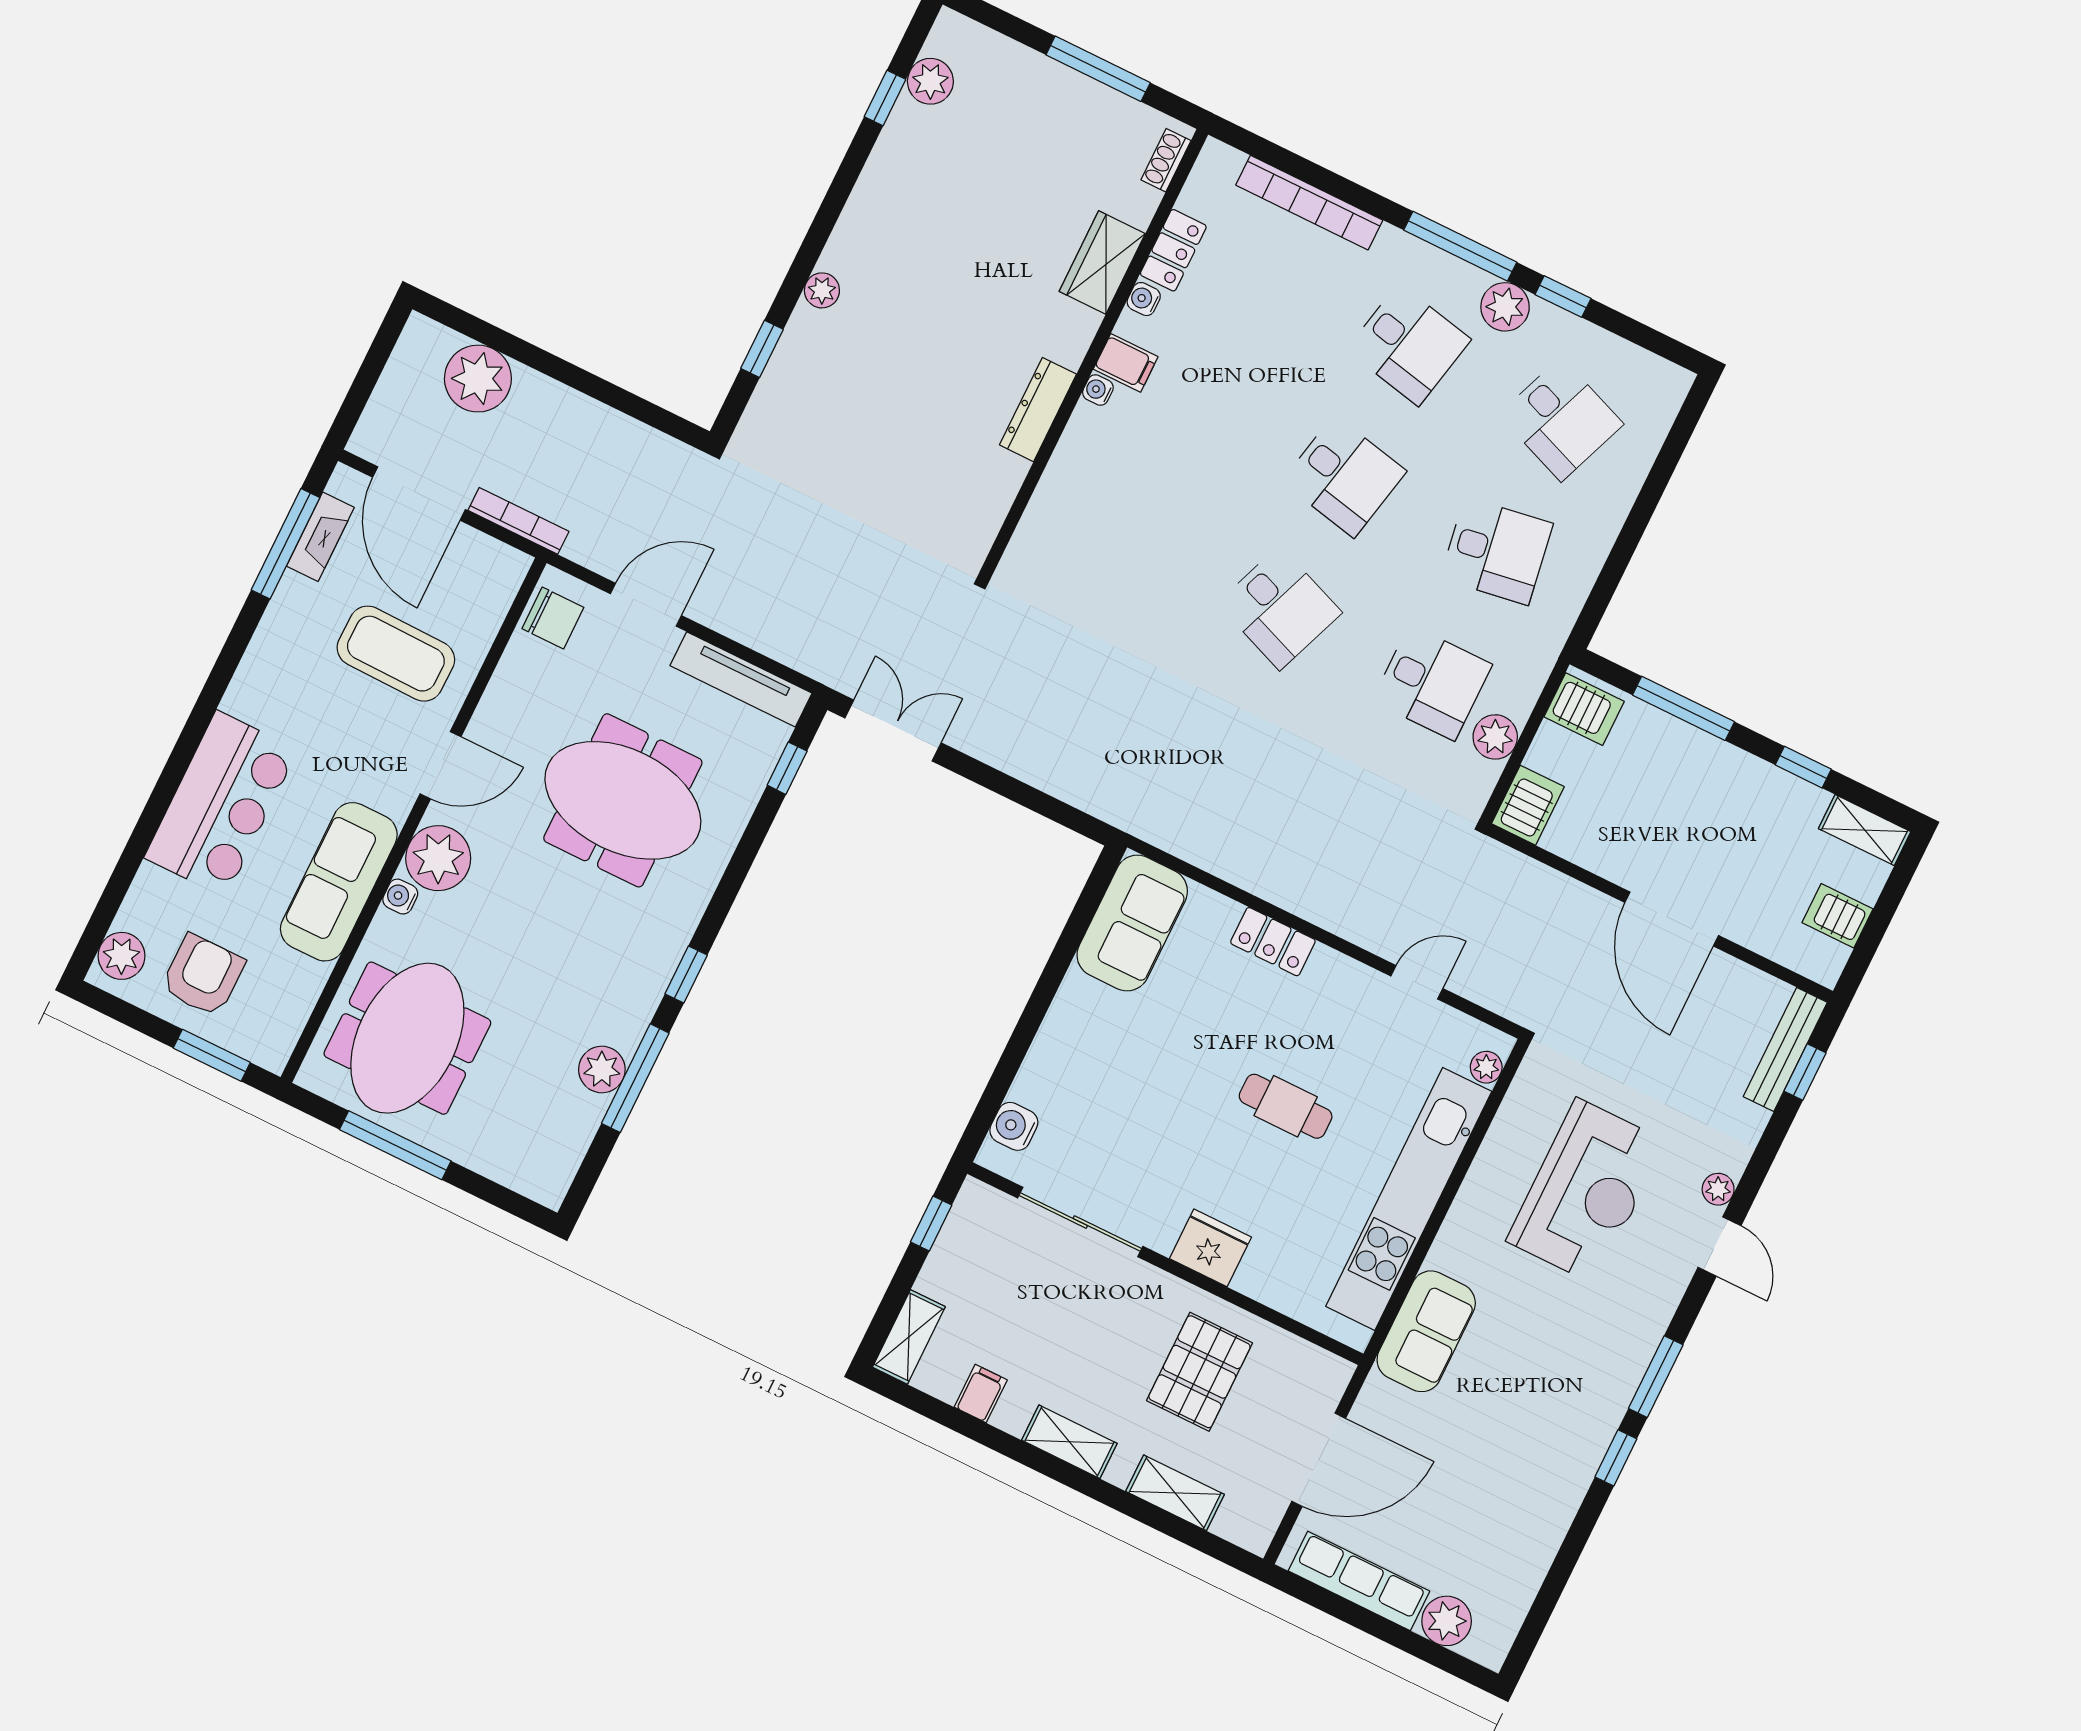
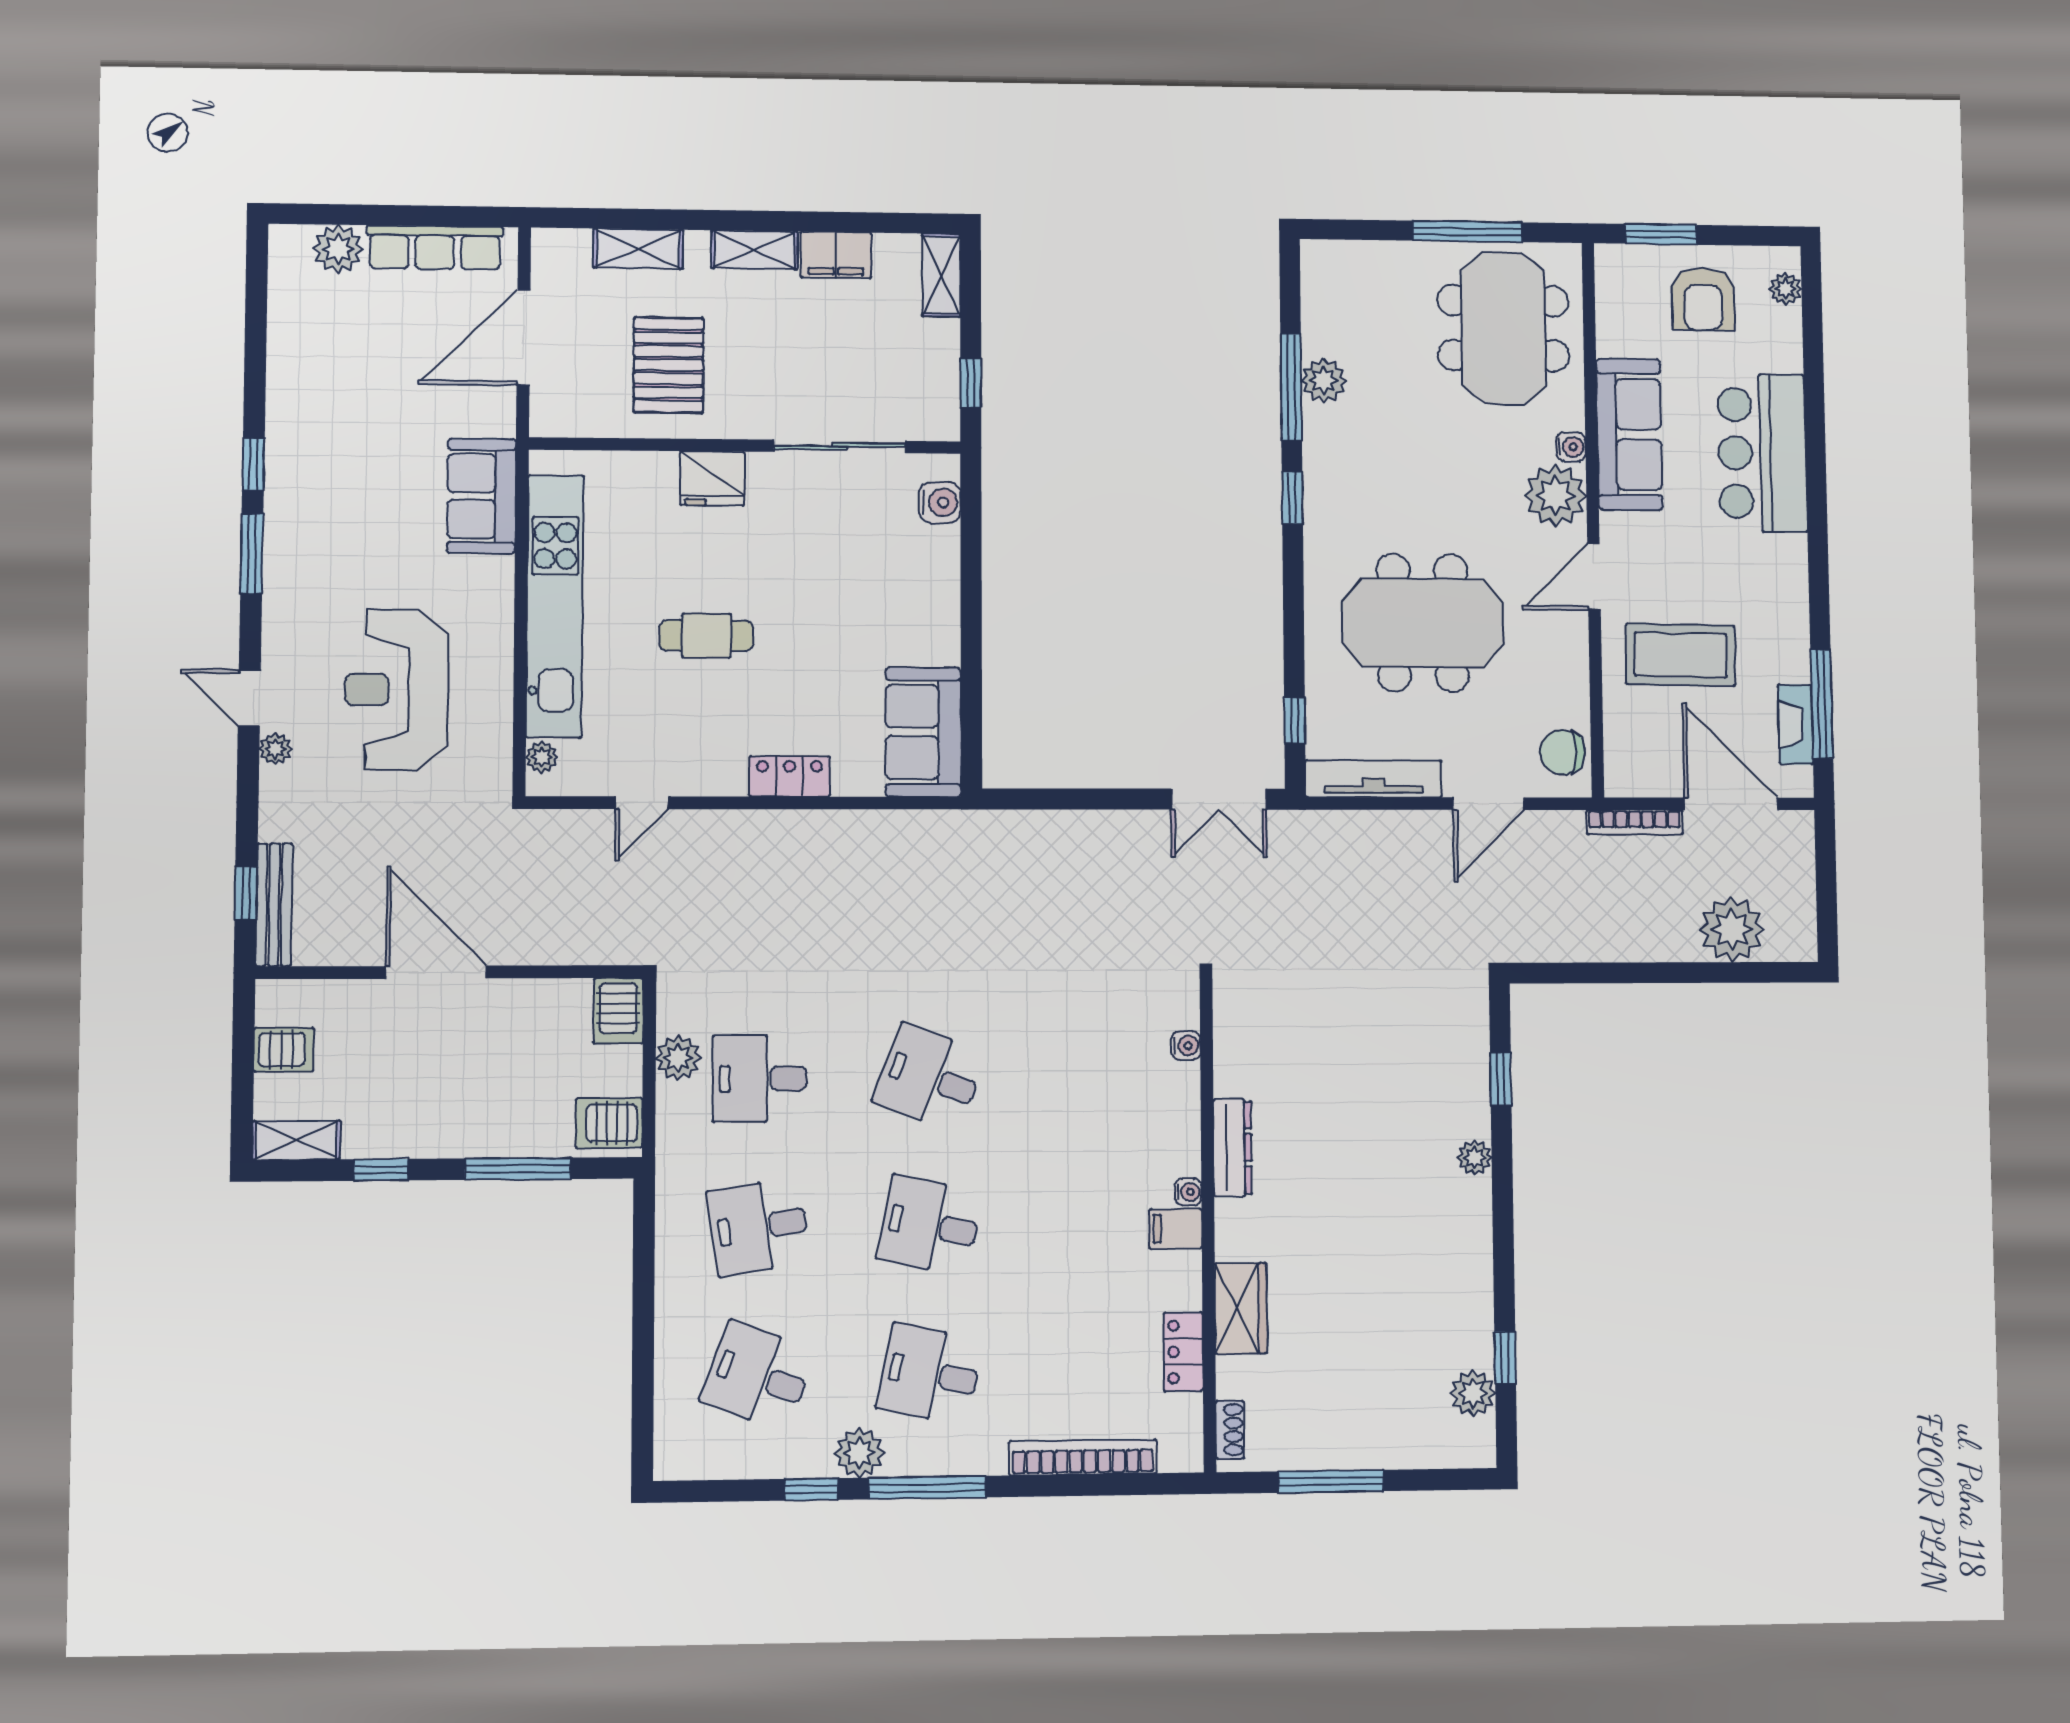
water cooler: (1144, 299) -> (1186, 1046), moved
plant: (122, 956) -> (1786, 289), width x0.73, depth x0.73
filing cabinet: (981, 1394) -> (836, 255), width x2.00

